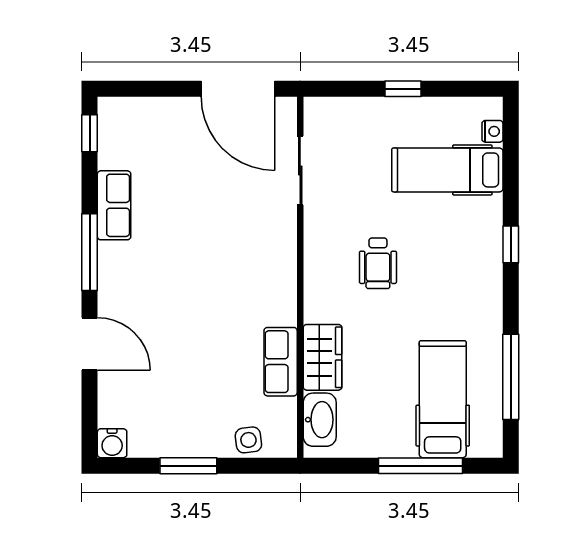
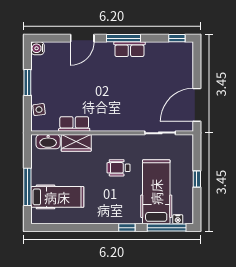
hospital bed: (447, 170) -> (156, 192), width x1.37, depth x1.29
row of seats: (114, 205) -> (129, 49), moved
window: (511, 377) -> (167, 228), moved

